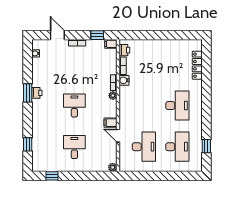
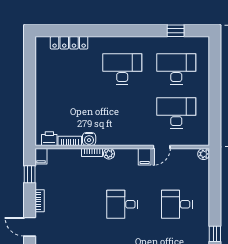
door: (57, 35) -> (30, 227), hinge flipped

